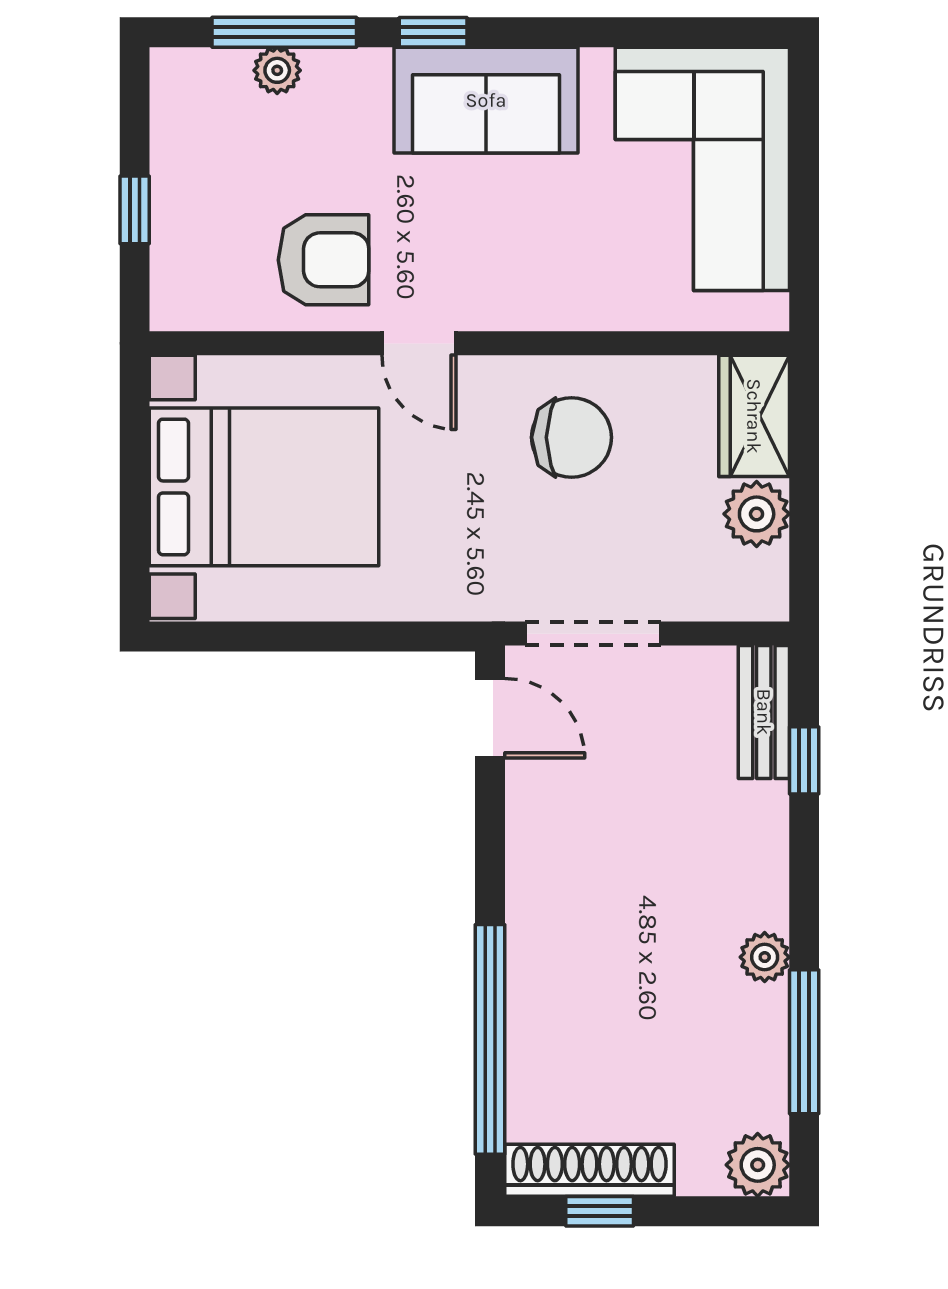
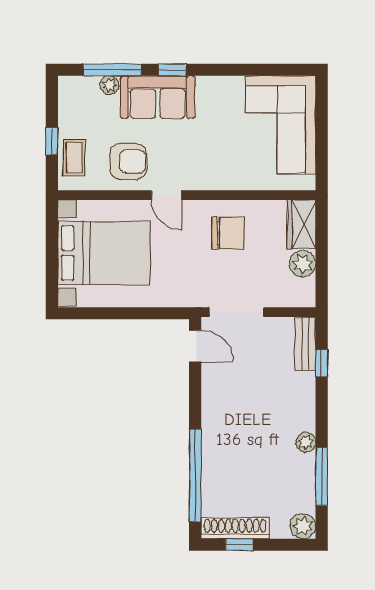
sofa: (486, 100) -> (158, 97), moved
coffee table: (190, 251) -> (74, 158), added

